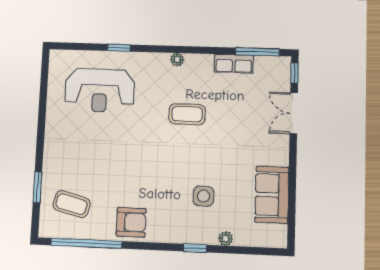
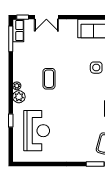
plant: (158, 63) -> (19, 97), added
row of seats: (234, 64) -> (18, 30), moved

